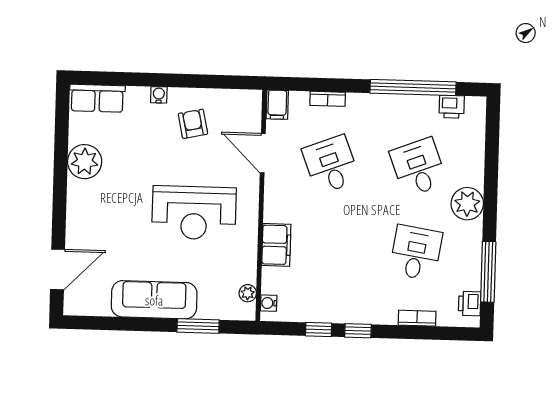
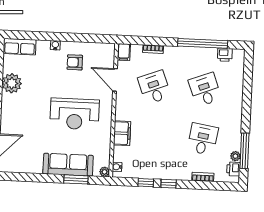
armchair: (193, 124) -> (75, 62), turned -78
plant: (467, 204) -> (235, 156), moved, width x0.53, depth x0.53
plant: (248, 293) -> (105, 172), moved
sofa: (154, 300) -> (68, 165), moved

